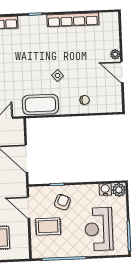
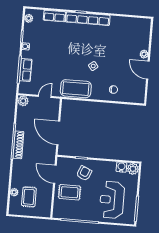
row of seats: (73, 20) -> (88, 19), moved

